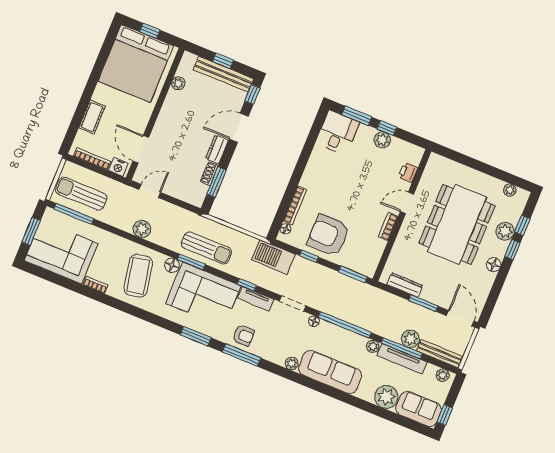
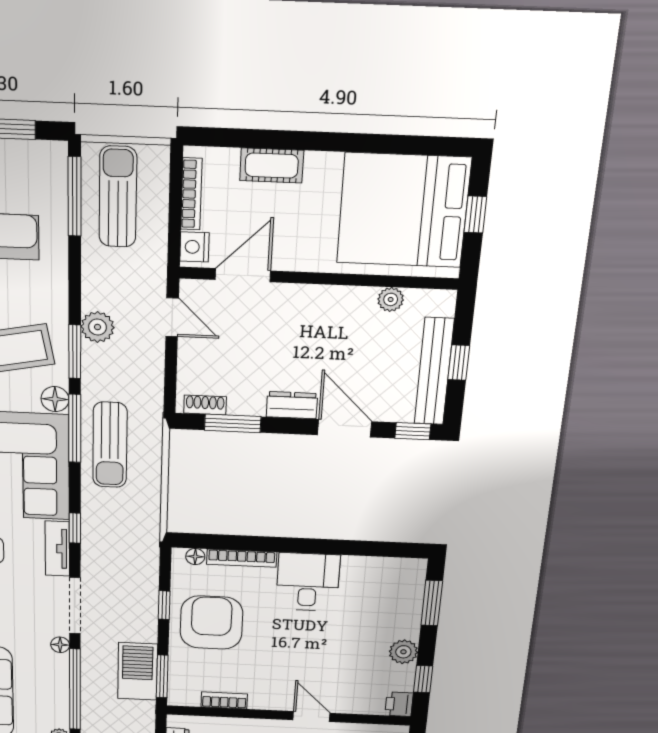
window: (387, 128) -> (423, 679), moved
desk: (338, 132) -> (308, 582), moved, turned -90
printer: (408, 172) -> (399, 704), moved, turned -90
shoe rack: (209, 173) -> (205, 405), moved
bookcase: (388, 226) -> (224, 700), moved
window: (151, 245) -> (75, 352), added
barbecue: (274, 257) -> (137, 671), moved
window: (191, 262) -> (75, 428), width x1.44
doorway: (293, 303) -> (75, 606), width x1.38

